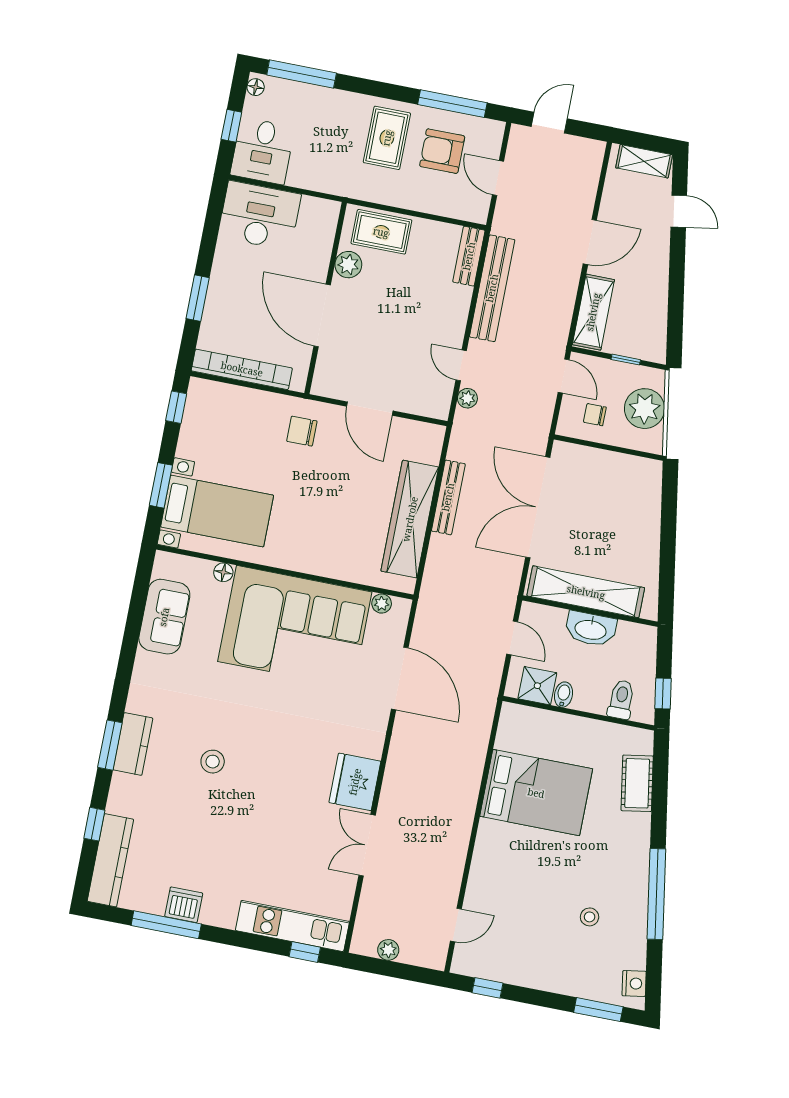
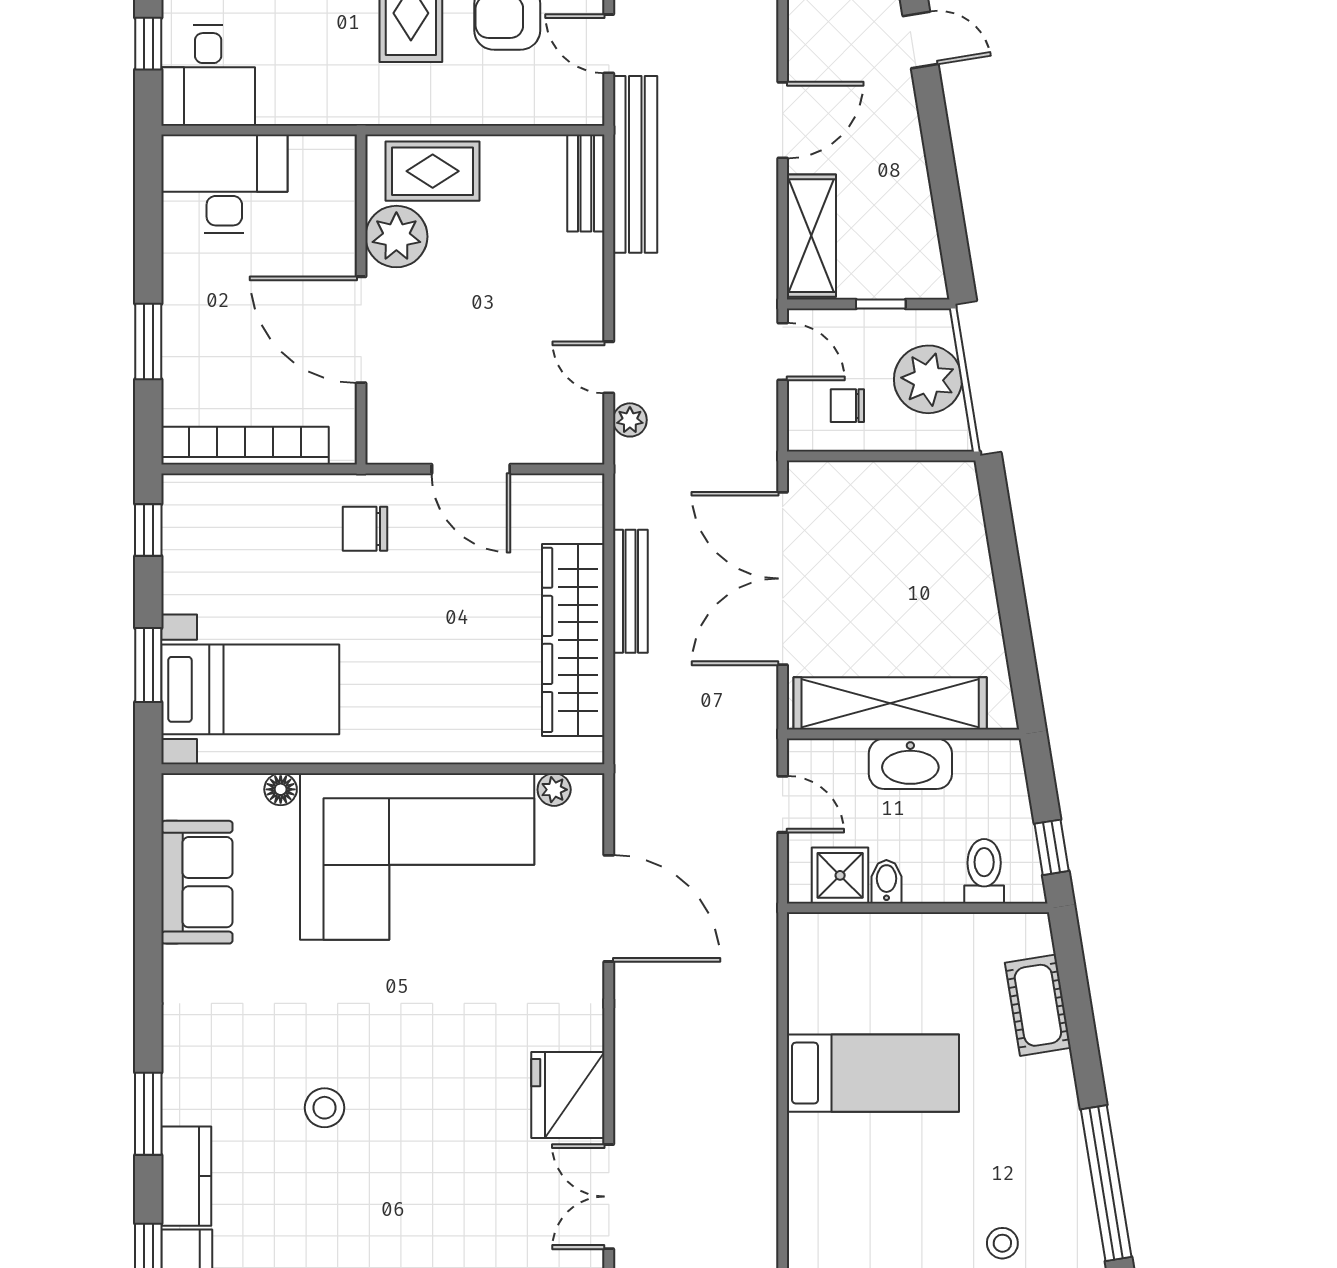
plant: (348, 265) -> (396, 237), width x1.36, depth x1.36
bench: (492, 288) -> (635, 164), moved
kitchen counter: (133, 744) -> (186, 1176), moved
bed: (536, 793) -> (873, 1073), width x0.67

